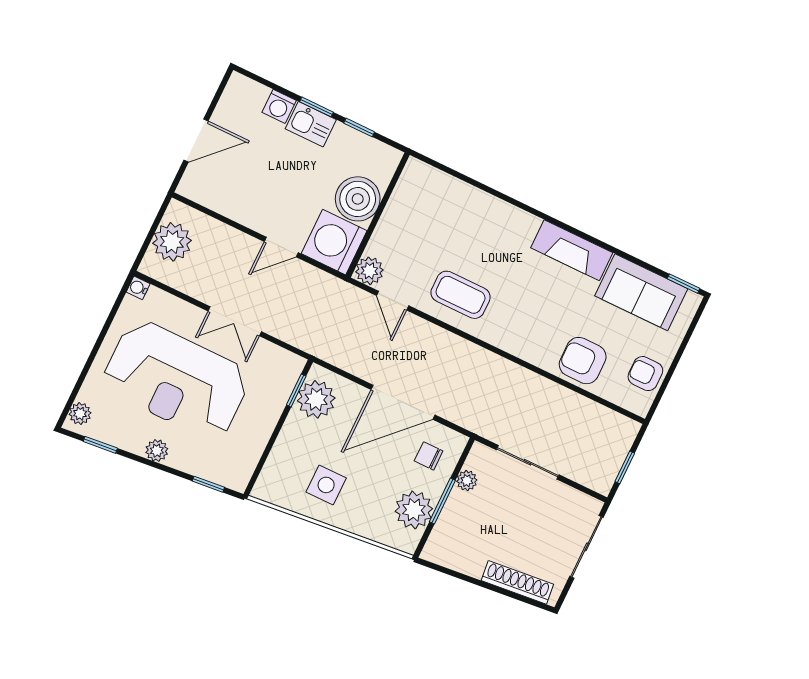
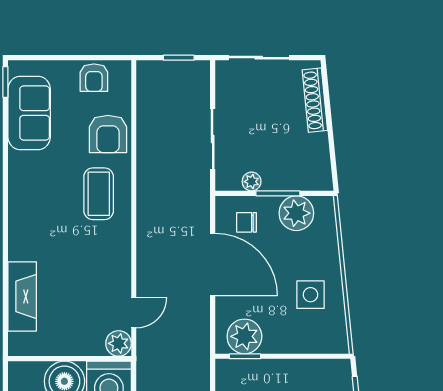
fireplace: (572, 250) -> (22, 296), moved
coffee table: (461, 295) -> (99, 194), moved
chair: (429, 456) -> (246, 222), turned 90

